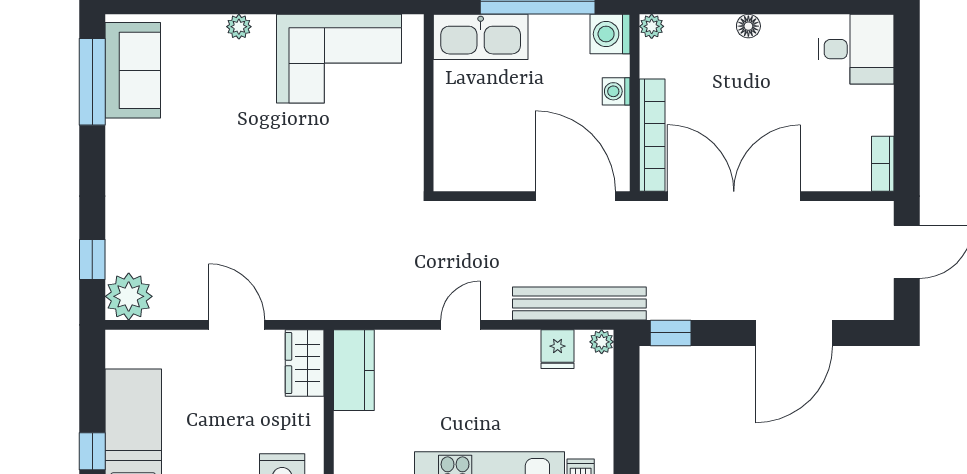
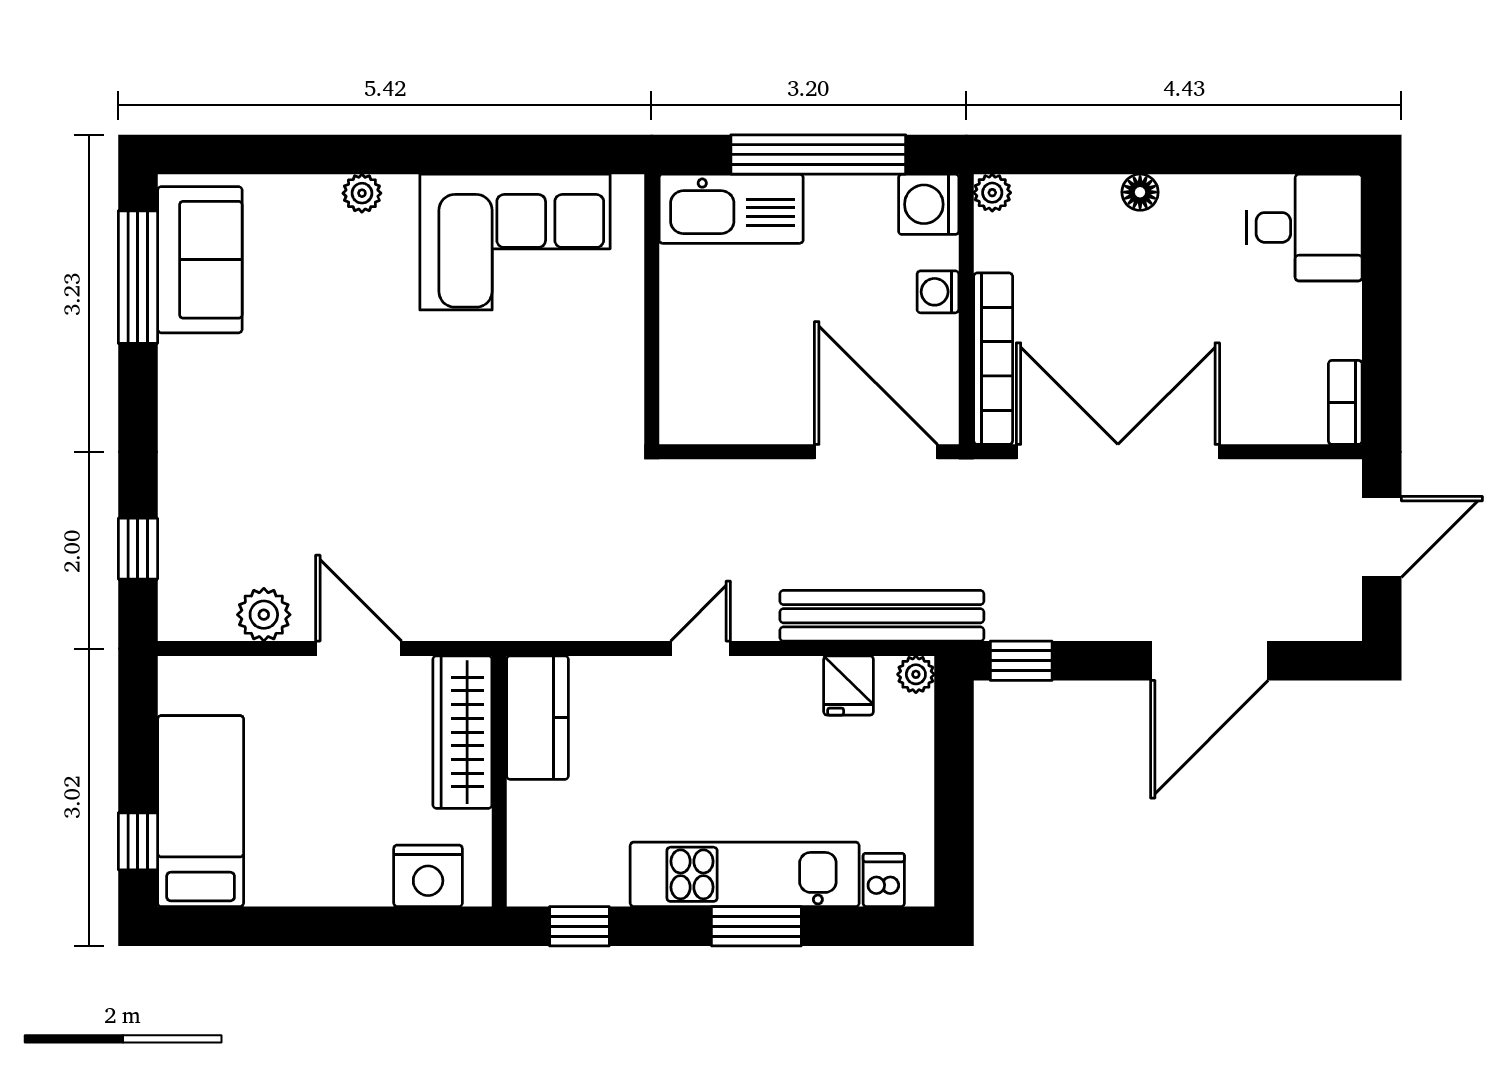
plant: (129, 296) -> (264, 615), moved, width x0.73, depth x0.73
wardrobe: (305, 363) -> (462, 732), width x1.50

